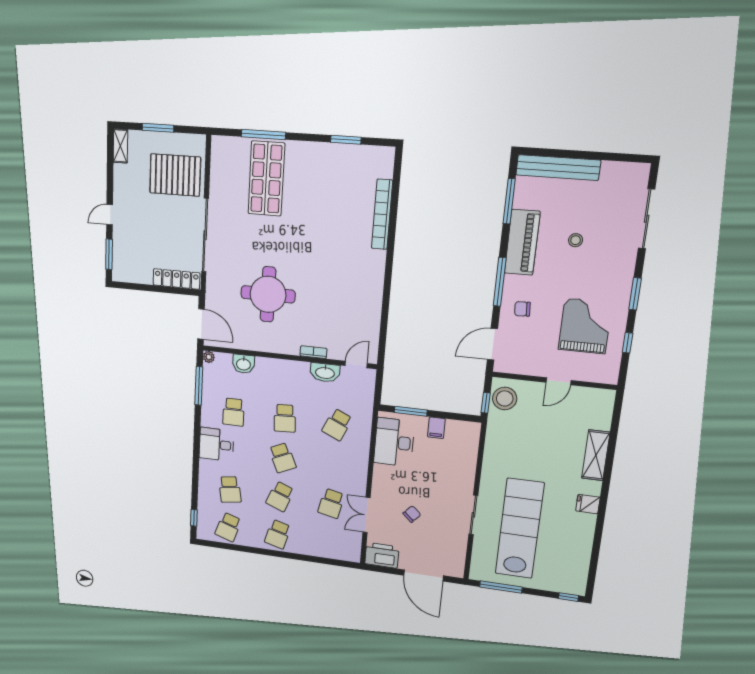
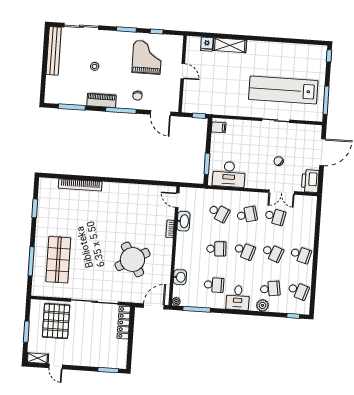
bench: (558, 168) -> (54, 51), moved
shop shelf: (266, 179) -> (58, 260), turned 90
door: (110, 215) -> (56, 366), moved
piano: (522, 242) -> (101, 100), width x0.73, depth x0.75
round table: (268, 294) -> (132, 260), turned -30
grand piano: (585, 326) -> (147, 57), turned 90
stool: (505, 398) -> (195, 104), removed
filing cabinet: (436, 428) -> (219, 127), moved
school desk: (282, 458) -> (244, 251), turned 42
school desk: (334, 464) -> (247, 215), added
plant: (207, 478) -> (262, 305), added
fridge: (588, 504) -> (207, 44), moved

